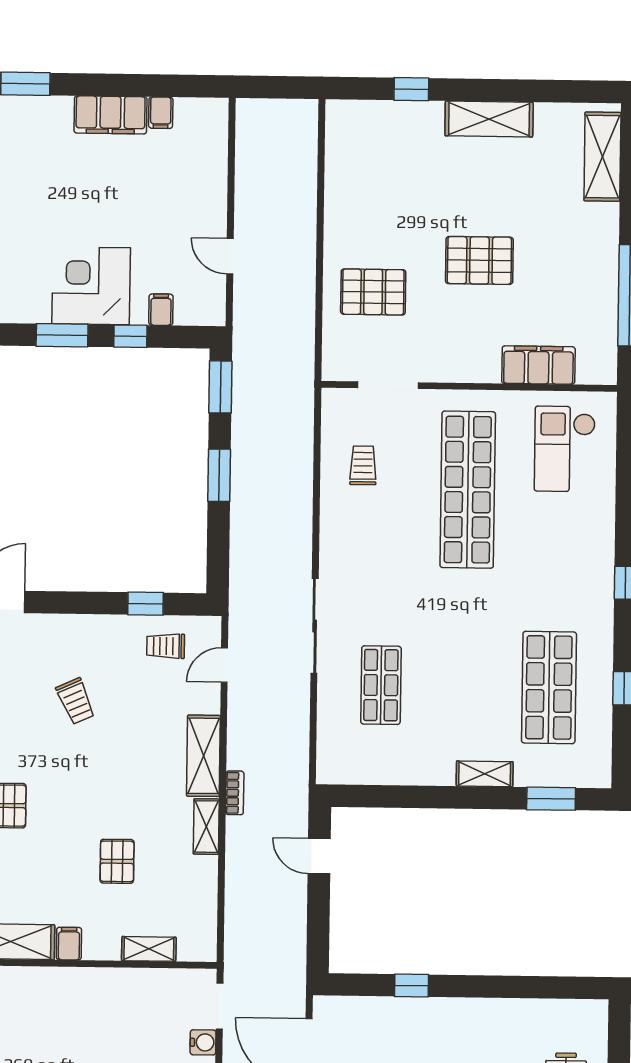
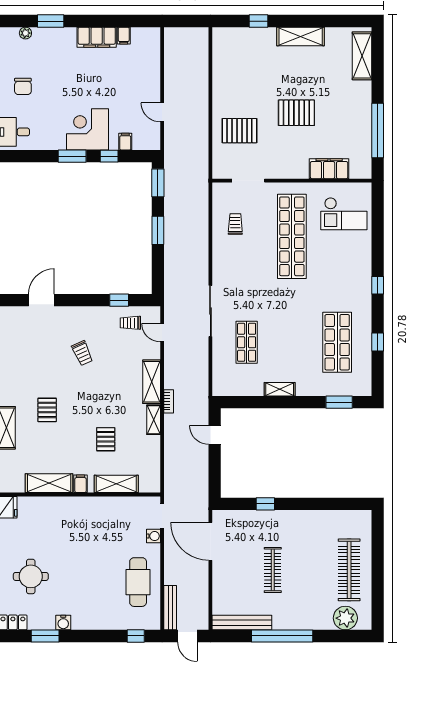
checkout: (565, 449) -> (344, 214), turned -90
door: (224, 665) -> (162, 333), hinge flipped
shelving: (485, 774) -> (280, 389), moved
shelving: (149, 949) -> (116, 484), width x1.50, depth x1.33

